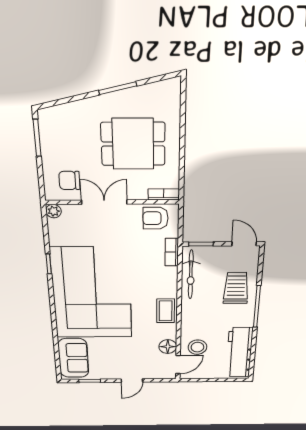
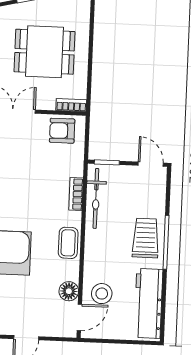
bookcase: (172, 252) -> (76, 194), moved
trolley: (236, 288) -> (146, 238), moved

